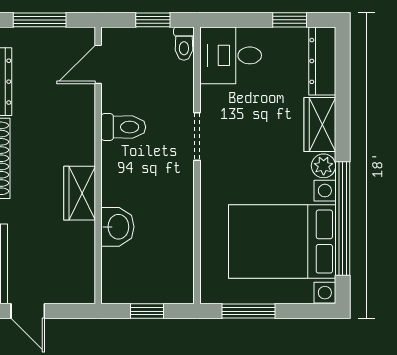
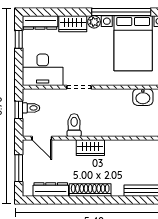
toilet: (184, 44) -> (31, 108), moved
desk: (231, 55) -> (43, 70), width x1.37
wardrobe: (80, 193) -> (90, 148), moved
washbasin: (117, 227) -> (143, 97), moved, turned 180

